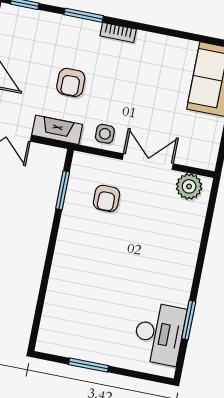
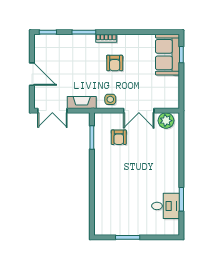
armchair: (71, 82) -> (115, 63), moved
double door: (148, 162) -> (139, 111), swing flipped
desk: (159, 334) -> (166, 206), width x0.73

